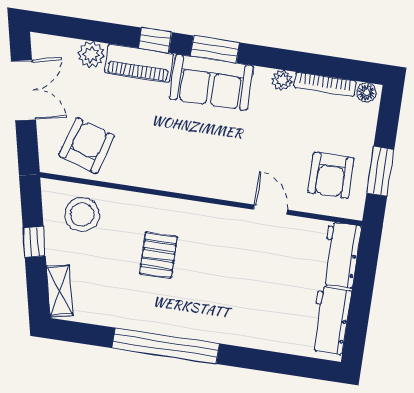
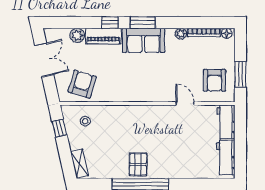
stool: (82, 214) -> (85, 121), width x0.53, depth x0.53
window: (34, 242) -> (59, 128), moved
pallet: (158, 255) -> (138, 164), moved

